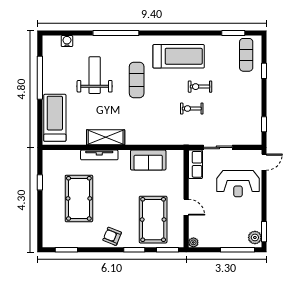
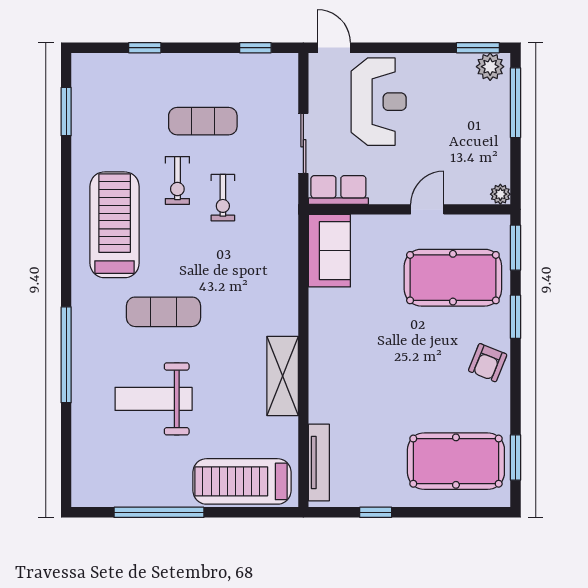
water cooler: (67, 41) -> (83, 456), removed
exercise mat: (246, 55) -> (203, 121), moved
tv unit: (99, 155) -> (319, 462), moved
sofa: (148, 160) -> (329, 251), moved
pool table: (79, 198) -> (456, 461), moved

